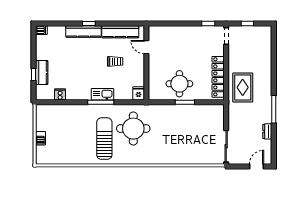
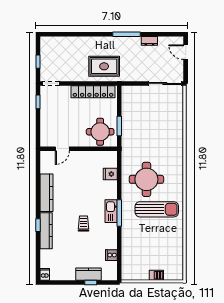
door: (146, 47) -> (62, 149), moved
trolley: (115, 61) -> (83, 223), moved
wall: (146, 63) -> (79, 149), moved
sun lounger: (104, 139) -> (157, 209), turned 180

